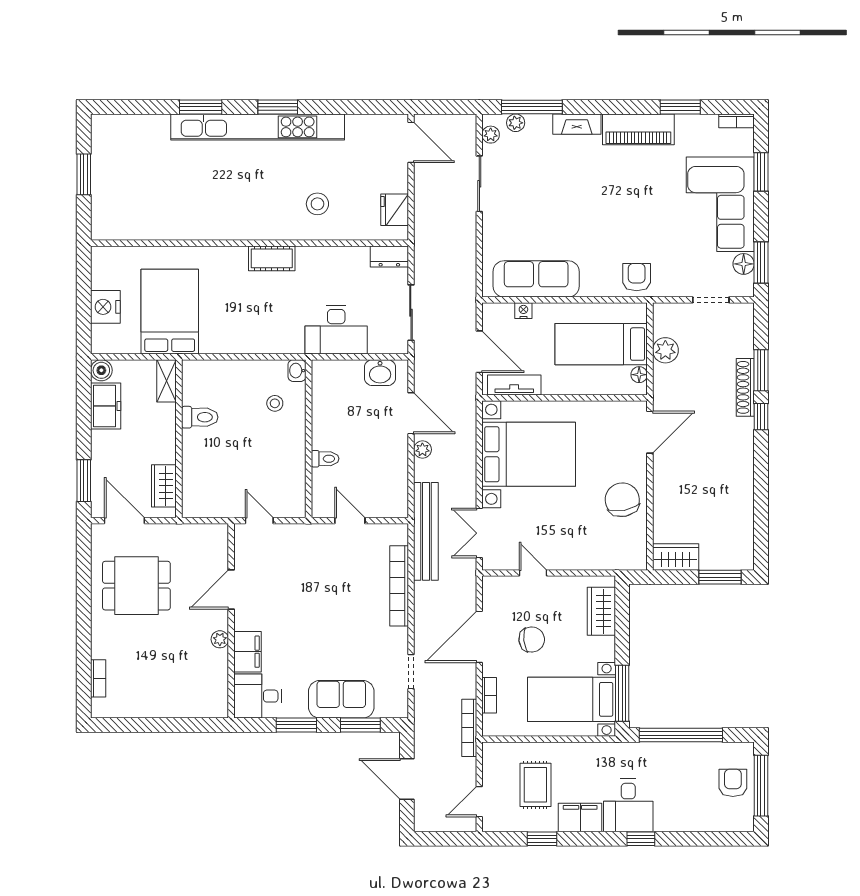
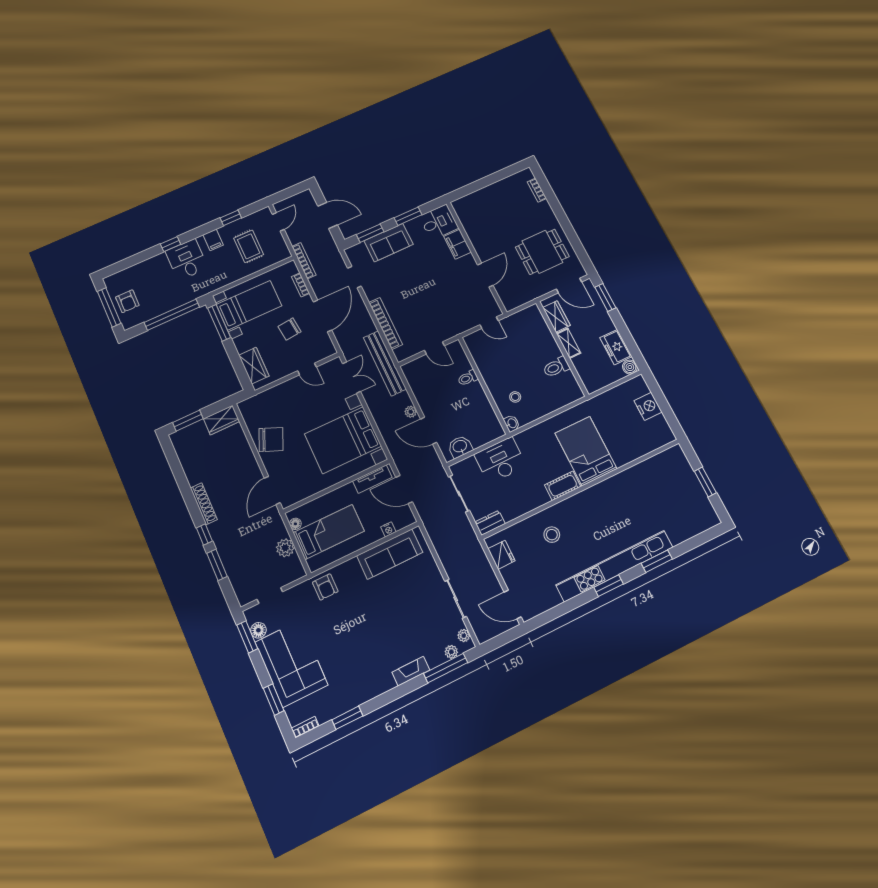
piano: (638, 129) -> (368, 688), removed
bed: (170, 312) -> (586, 451), moved, turned 180
shelving: (167, 381) -> (569, 343), moved
shoe rack: (745, 387) -> (204, 504), moved
chair: (622, 500) -> (271, 440), turned -56
plant: (220, 639) -> (478, 244), removed
filing cabinet: (580, 817) -> (213, 240), width x0.50

